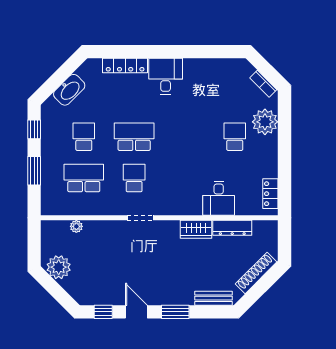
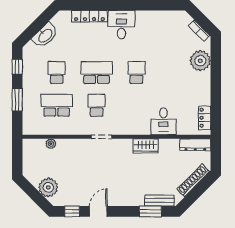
school desk: (235, 137) -> (136, 73), moved
dresser: (232, 228) -> (195, 145), moved
plant: (59, 267) -> (48, 187), moved
door: (136, 312) -> (98, 211), hinge flipped
window: (175, 312) -> (150, 211), moved

